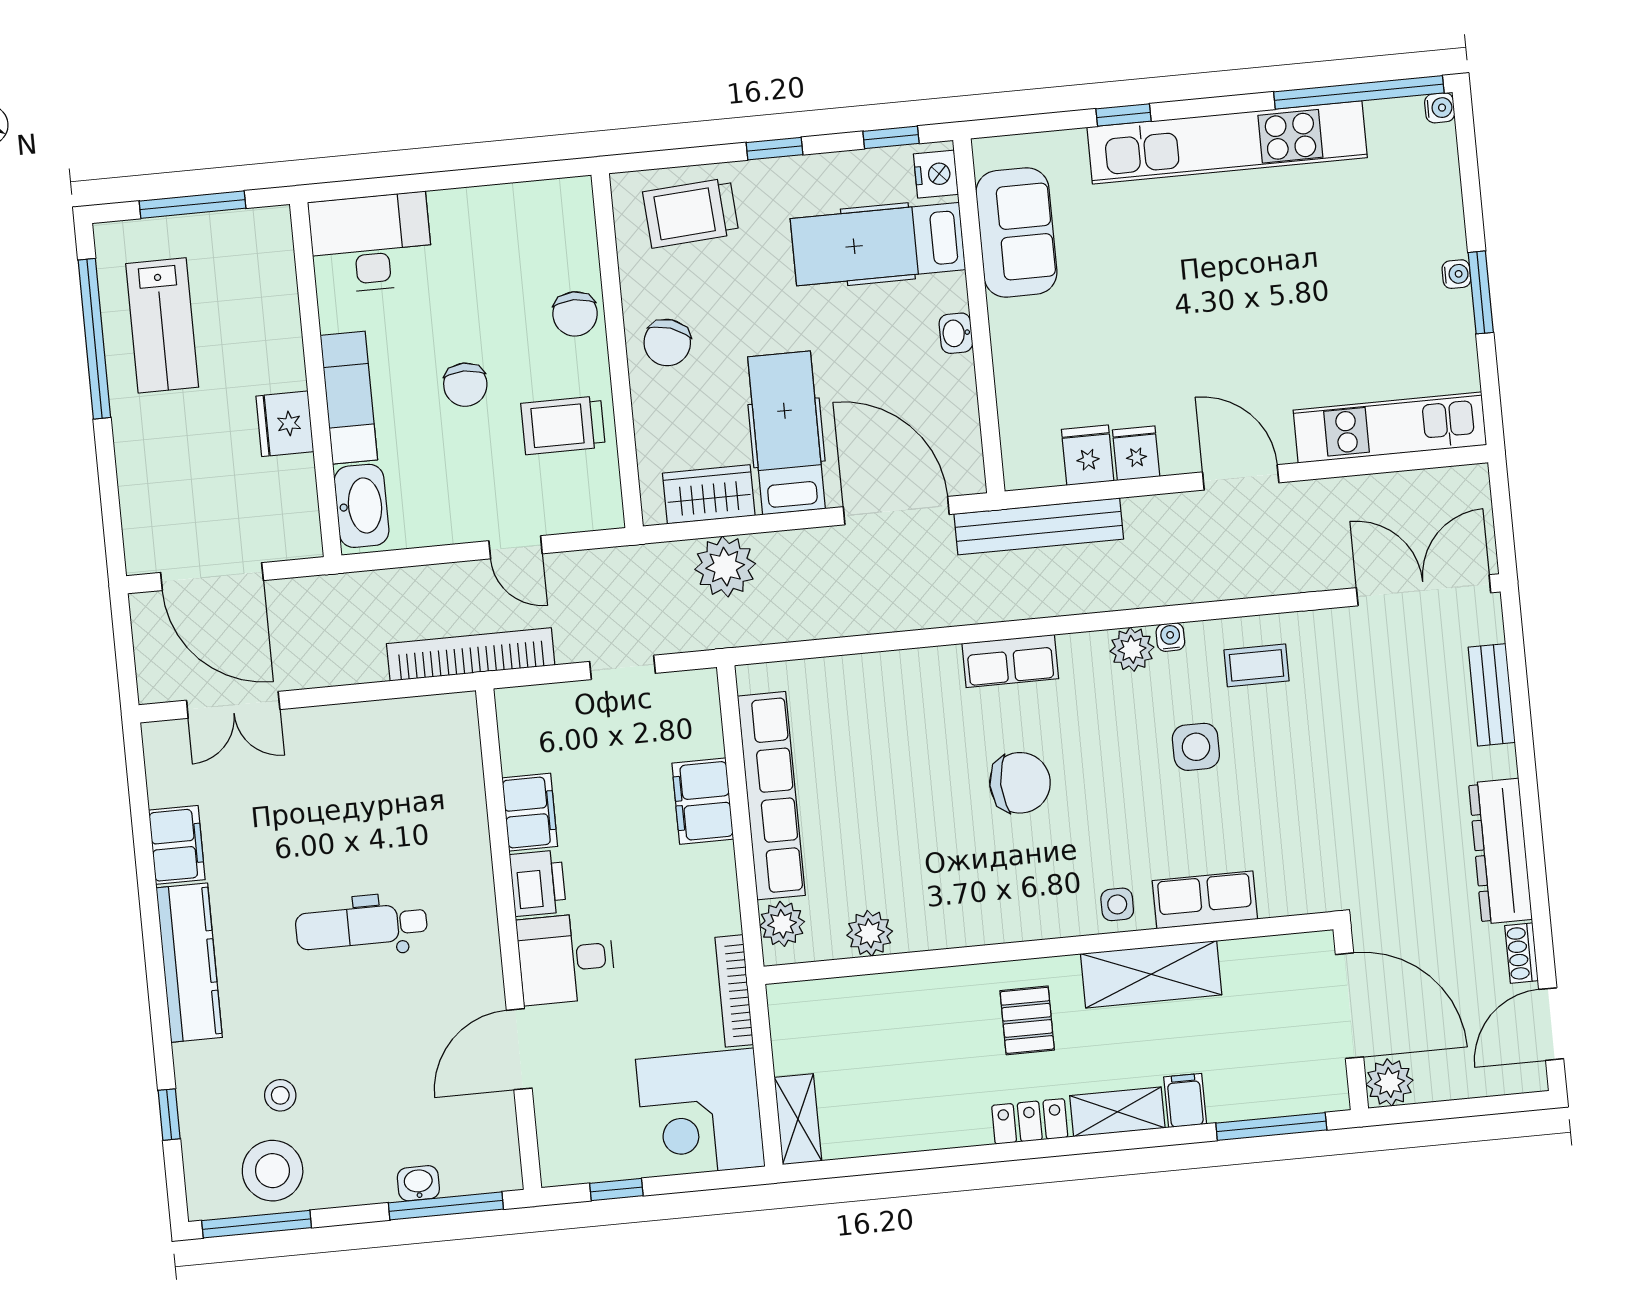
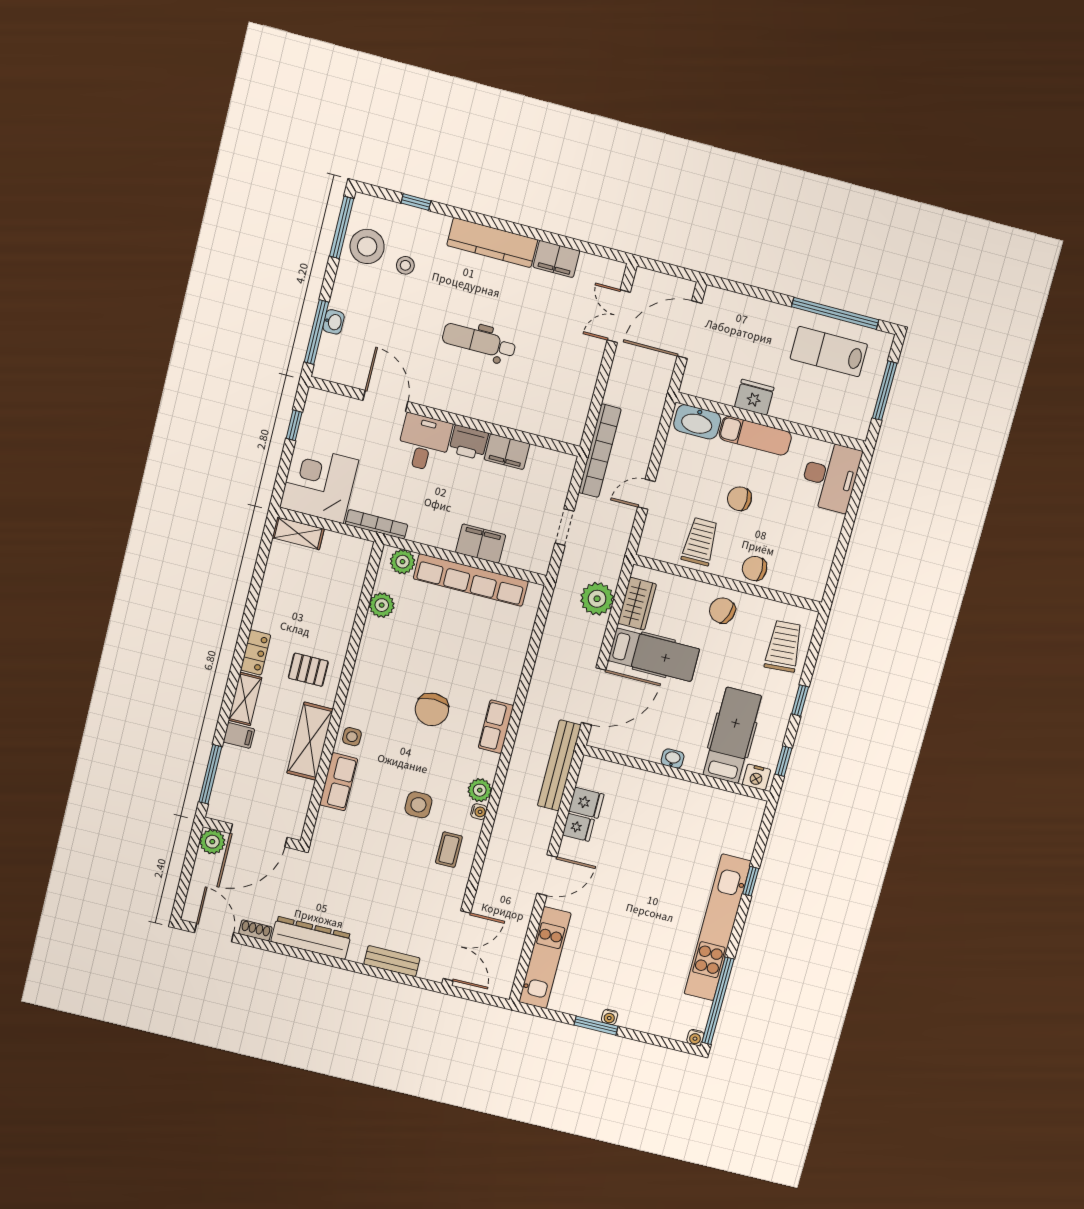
sofa: (1016, 232) -> (712, 807), removed
dental chair: (361, 926) -> (479, 341), turned -90

